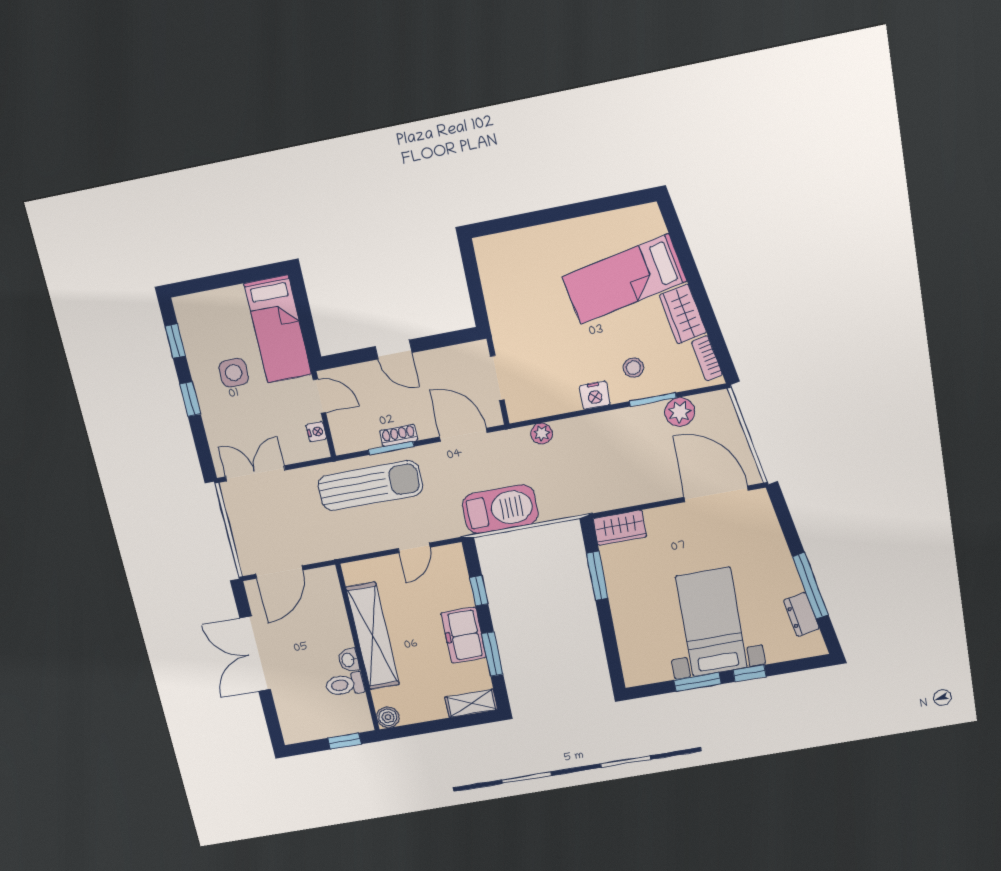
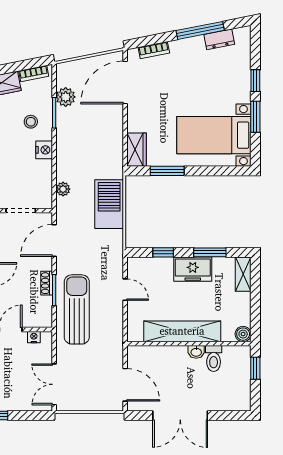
barbecue: (500, 509) -> (109, 204), moved
bookcase: (771, 526) -> (154, 50), added
bed with nightstands: (712, 622) -> (214, 135), moved

